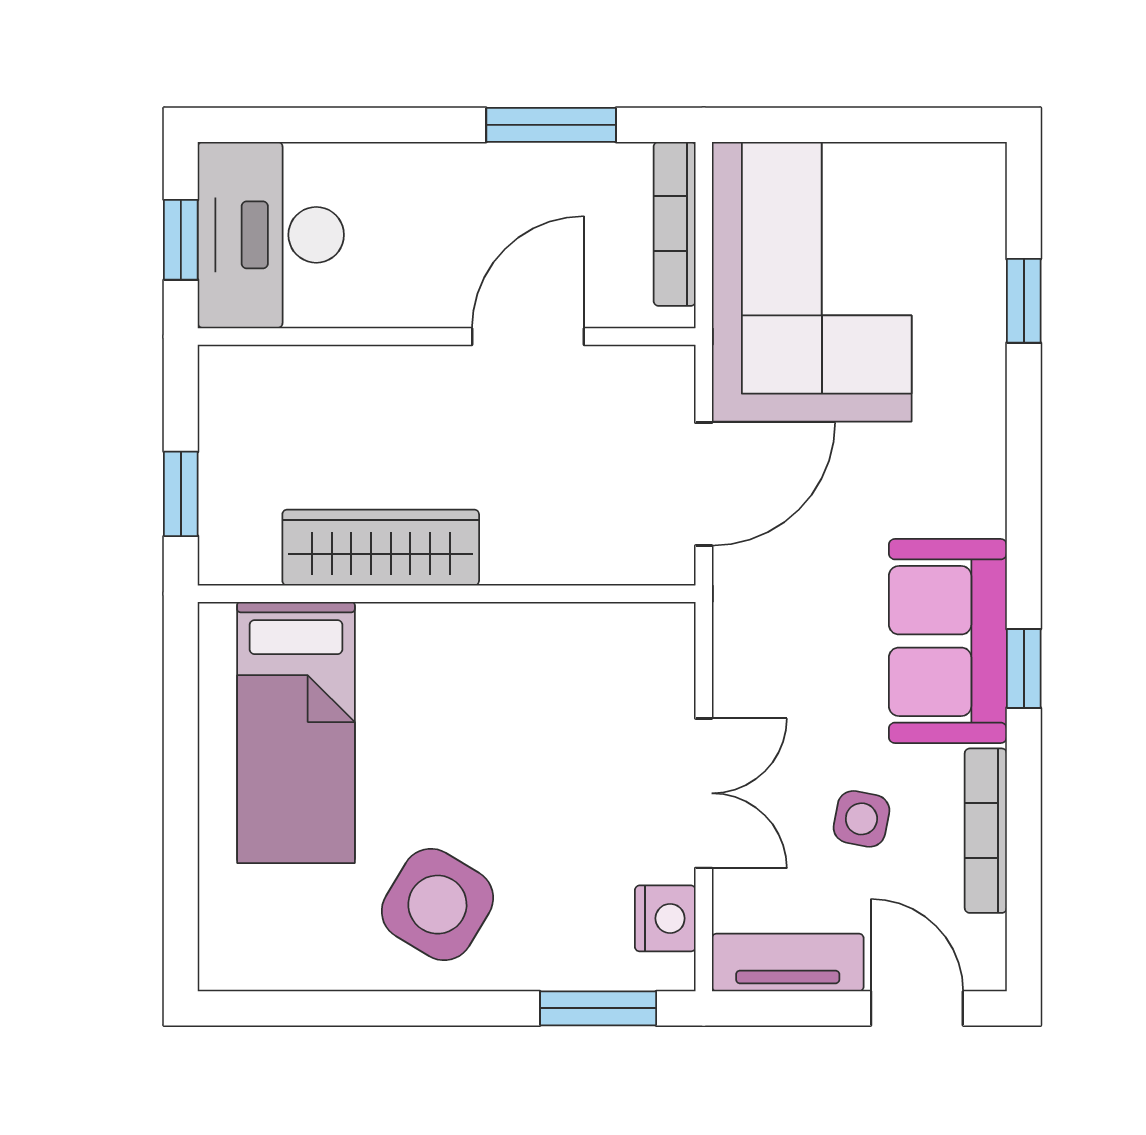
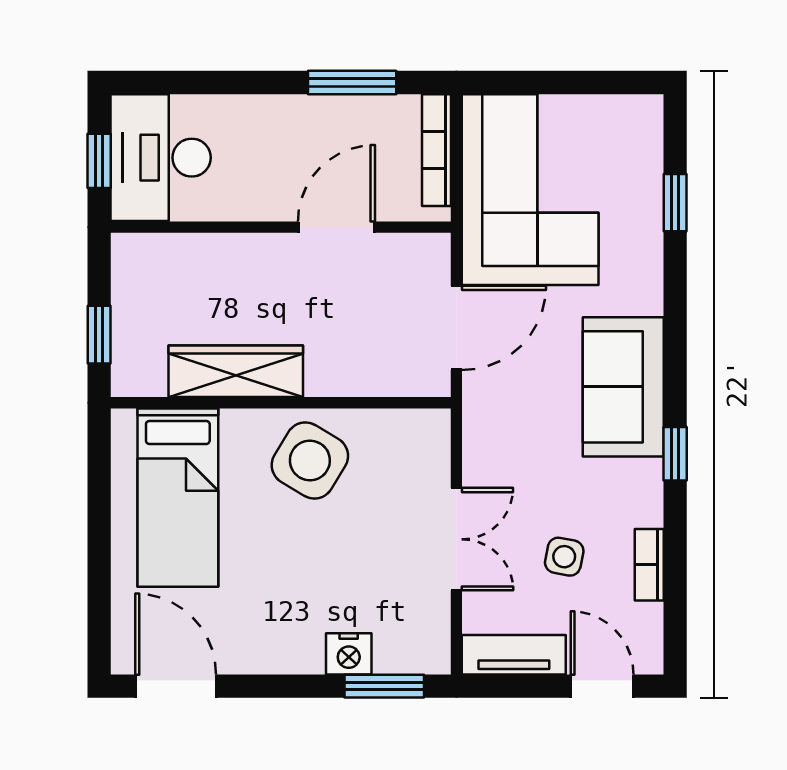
sofa: (948, 641) -> (623, 387), moved
bookcase: (986, 831) -> (649, 565), width x0.64
side table: (437, 905) -> (310, 460), moved
nightstand: (665, 918) -> (349, 654), moved, turned 90
door: (293, 1008) -> (176, 686), added

